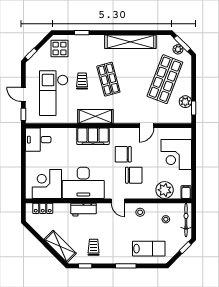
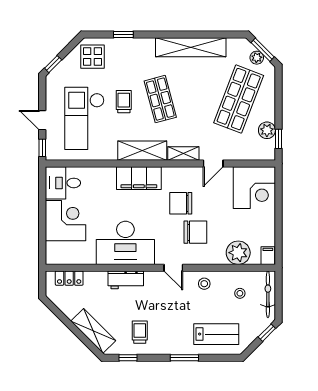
shelving: (125, 118) -> (183, 153), added
corner desk: (176, 155) -> (254, 188), moved, turned -90
corner desk: (47, 184) -> (65, 221), moved, turned 90

